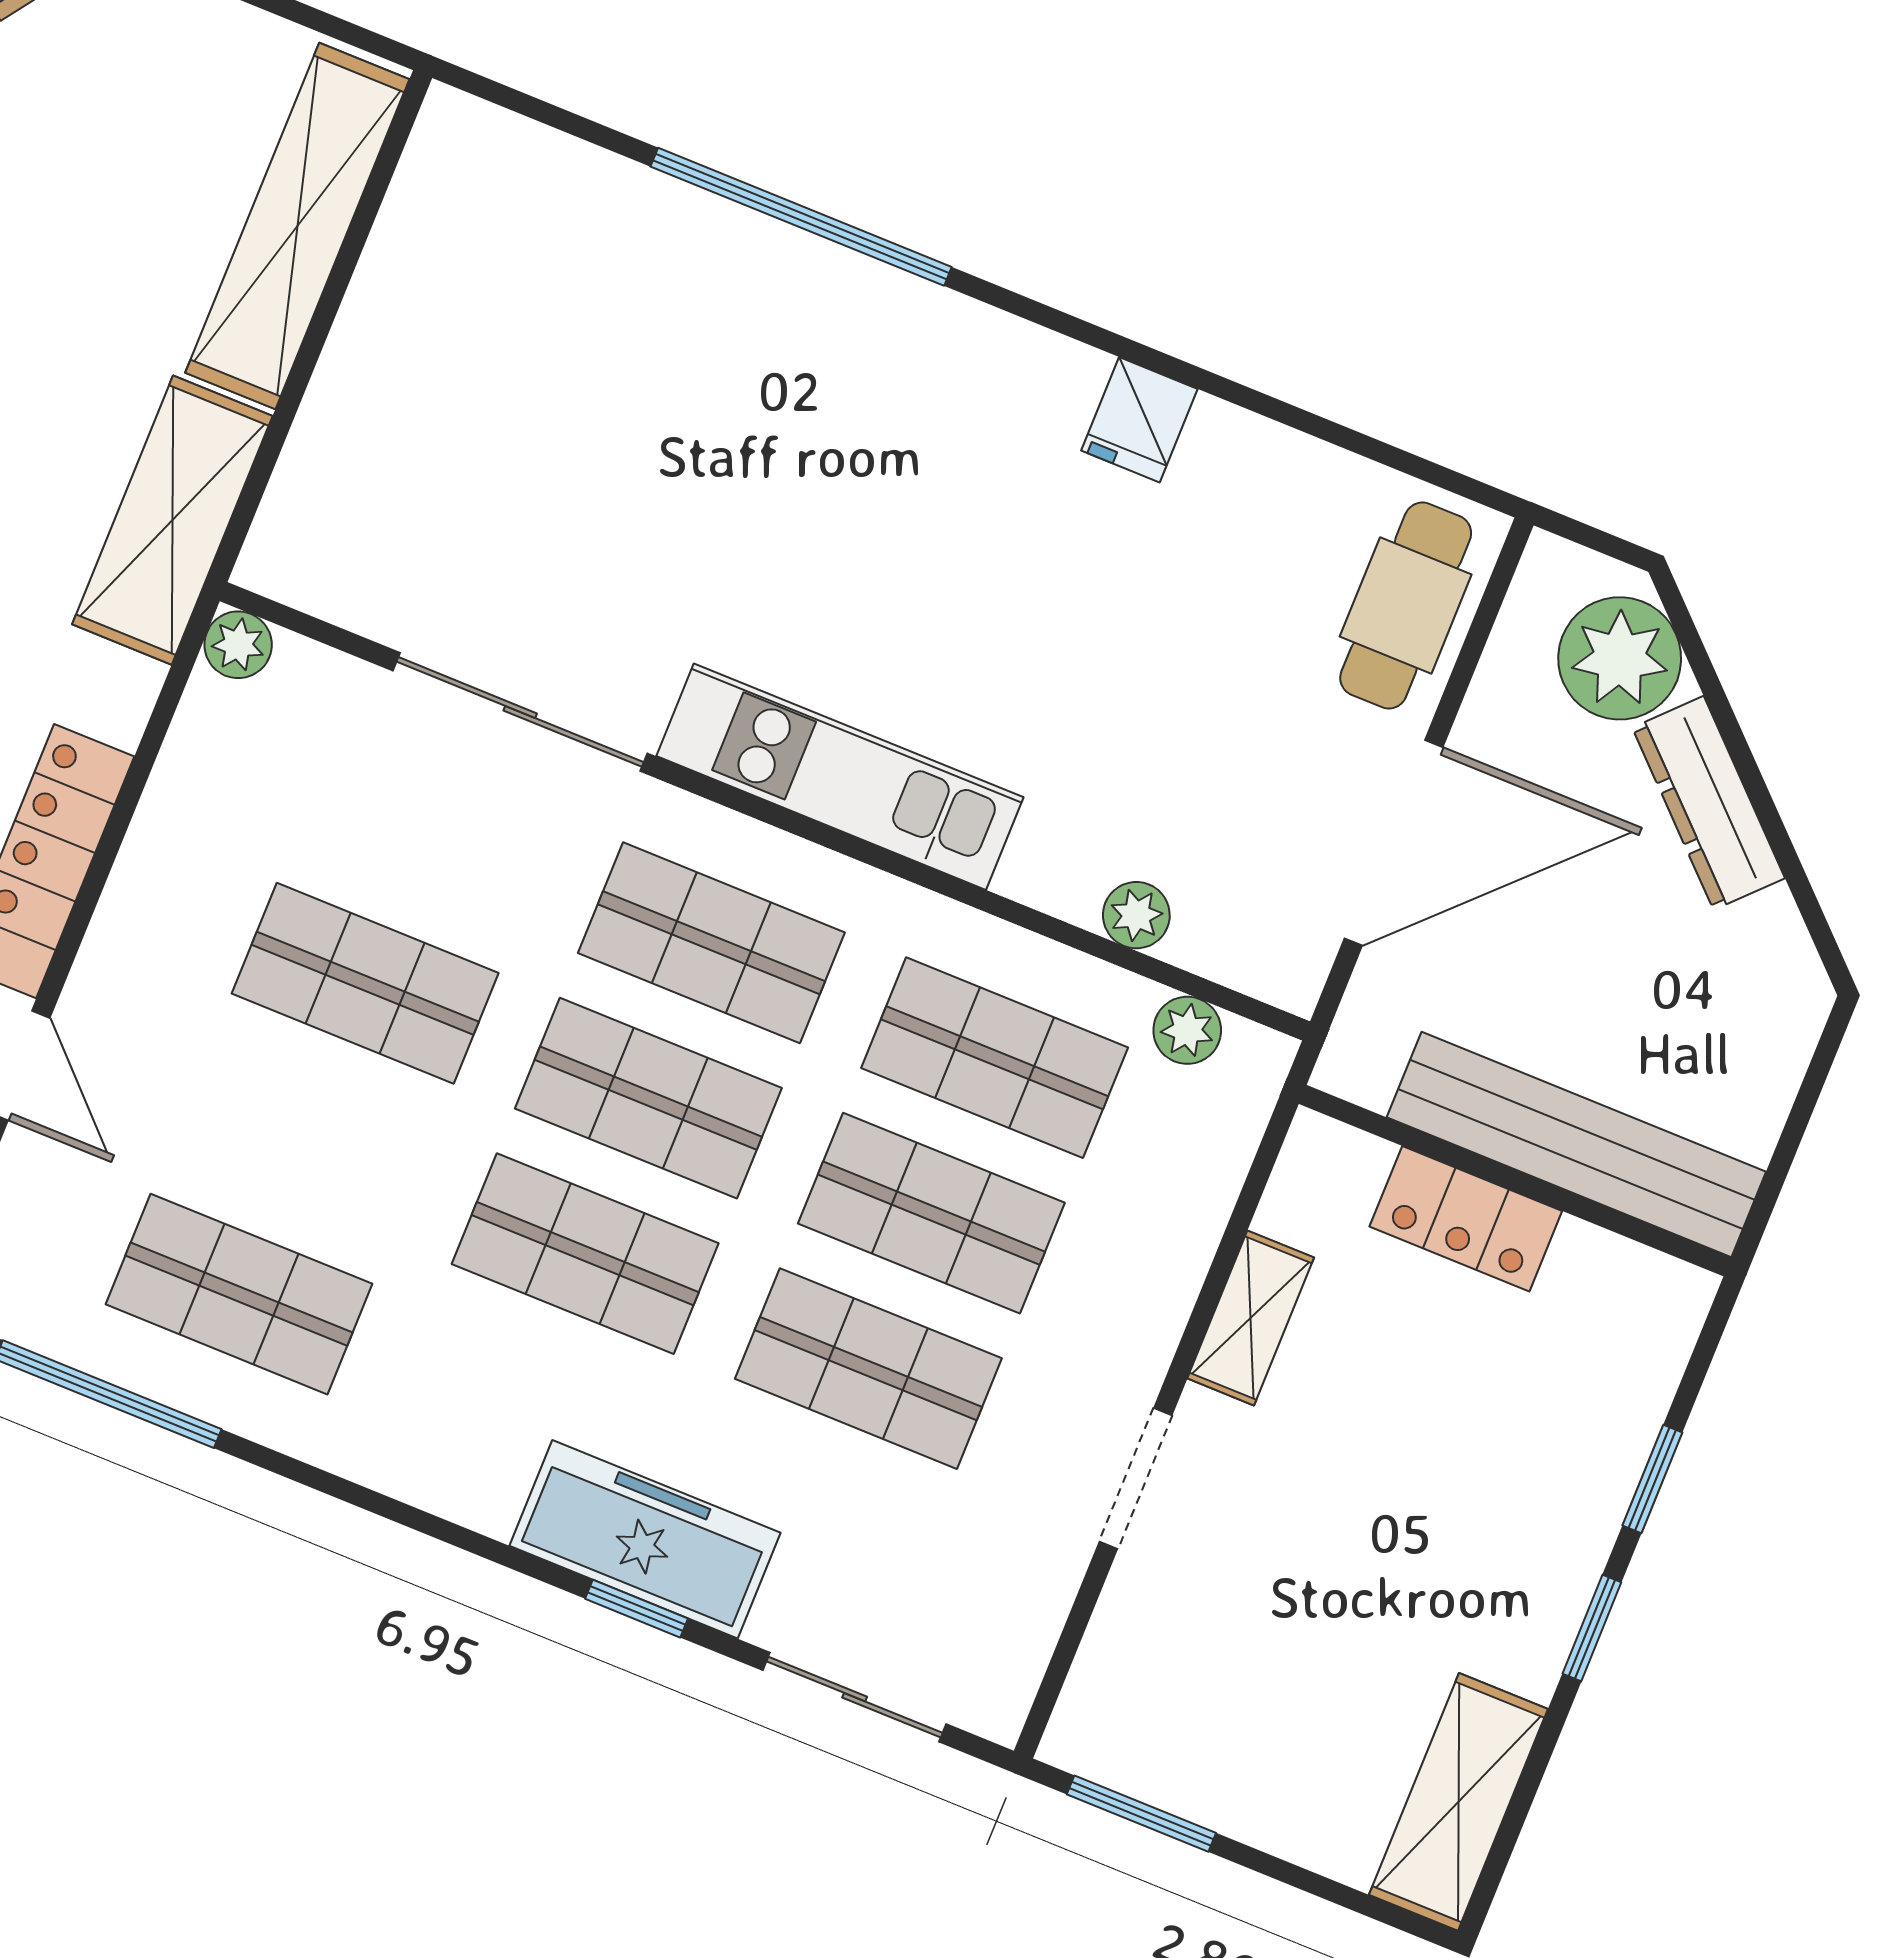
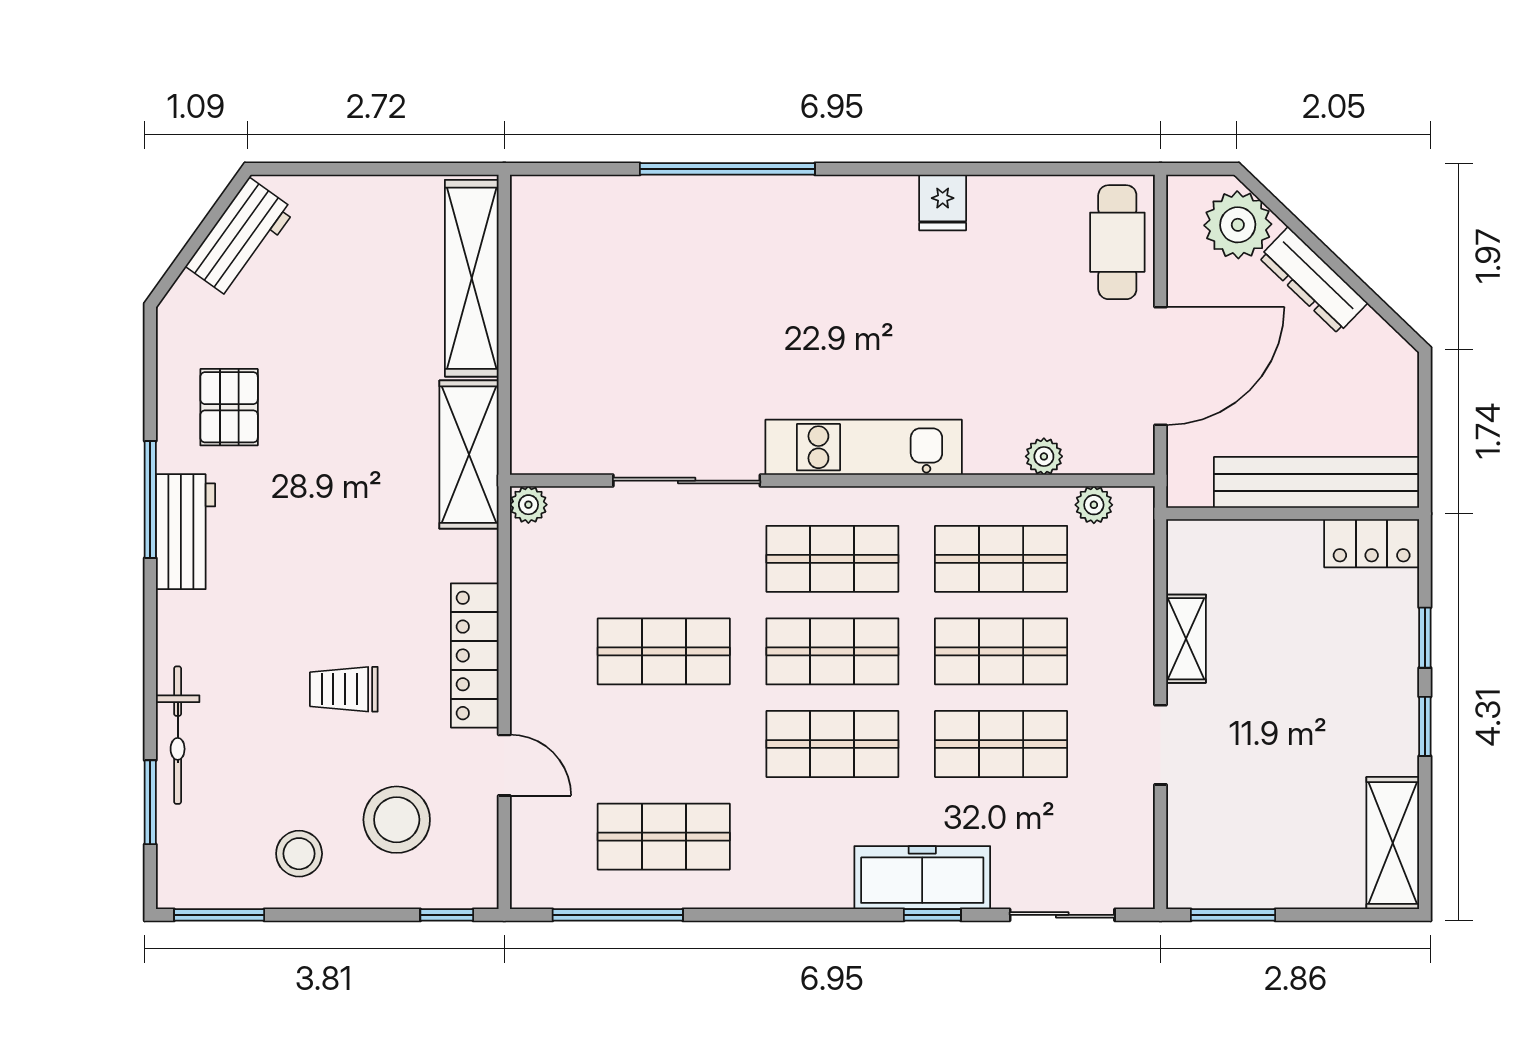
locker: (1466, 1219) -> (1372, 543), moved

